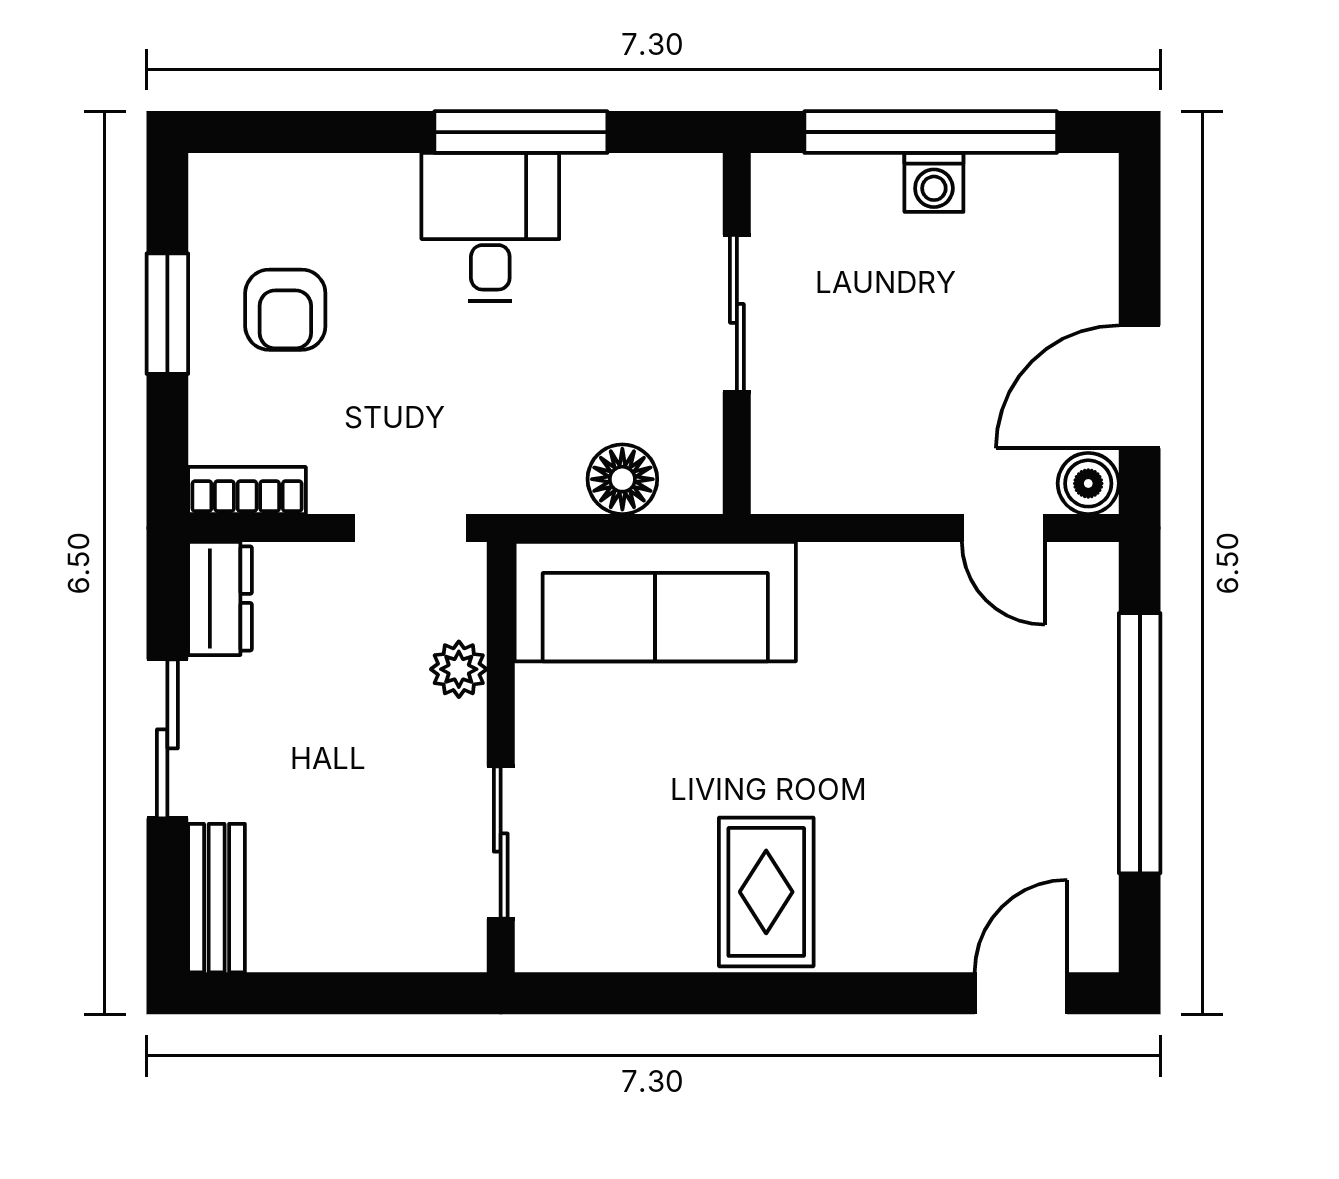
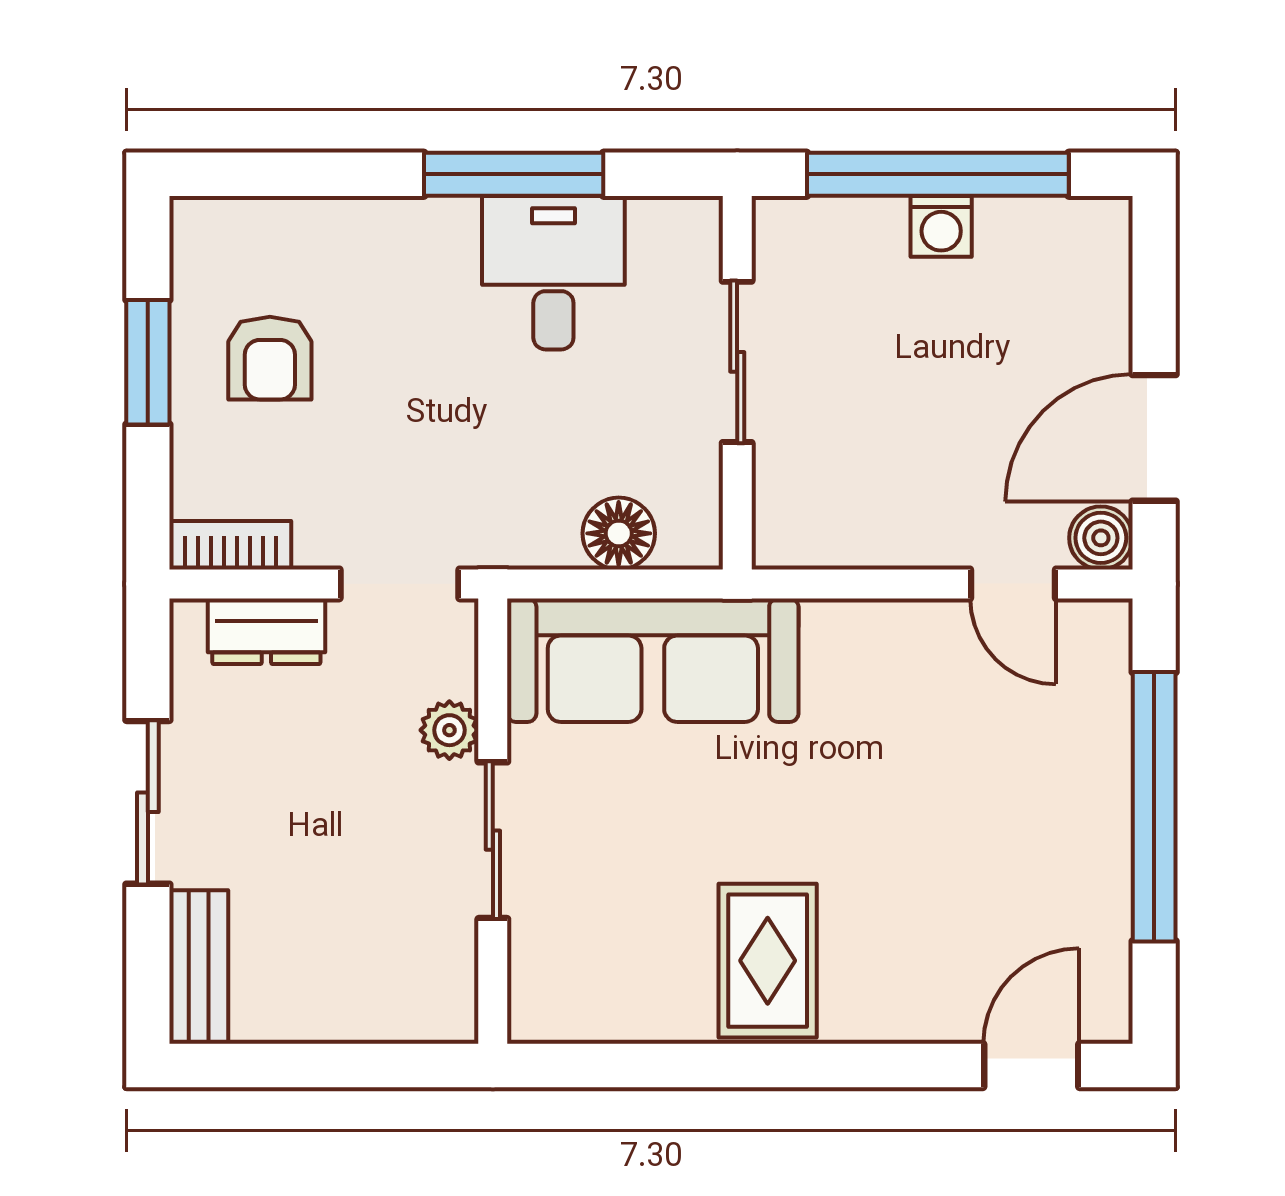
desk: (490, 227) -> (553, 273), moved
dresser: (220, 598) -> (266, 631), moved, turned 90
sliding door: (501, 843) -> (493, 840), moved

